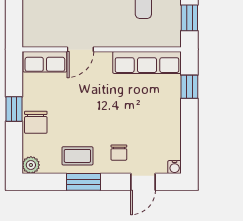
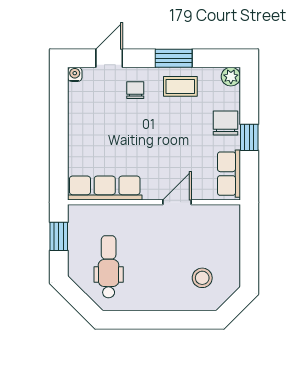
row of seats: (45, 62) -> (229, 174), moved, turned -90
window: (189, 87) -> (59, 162), removed

